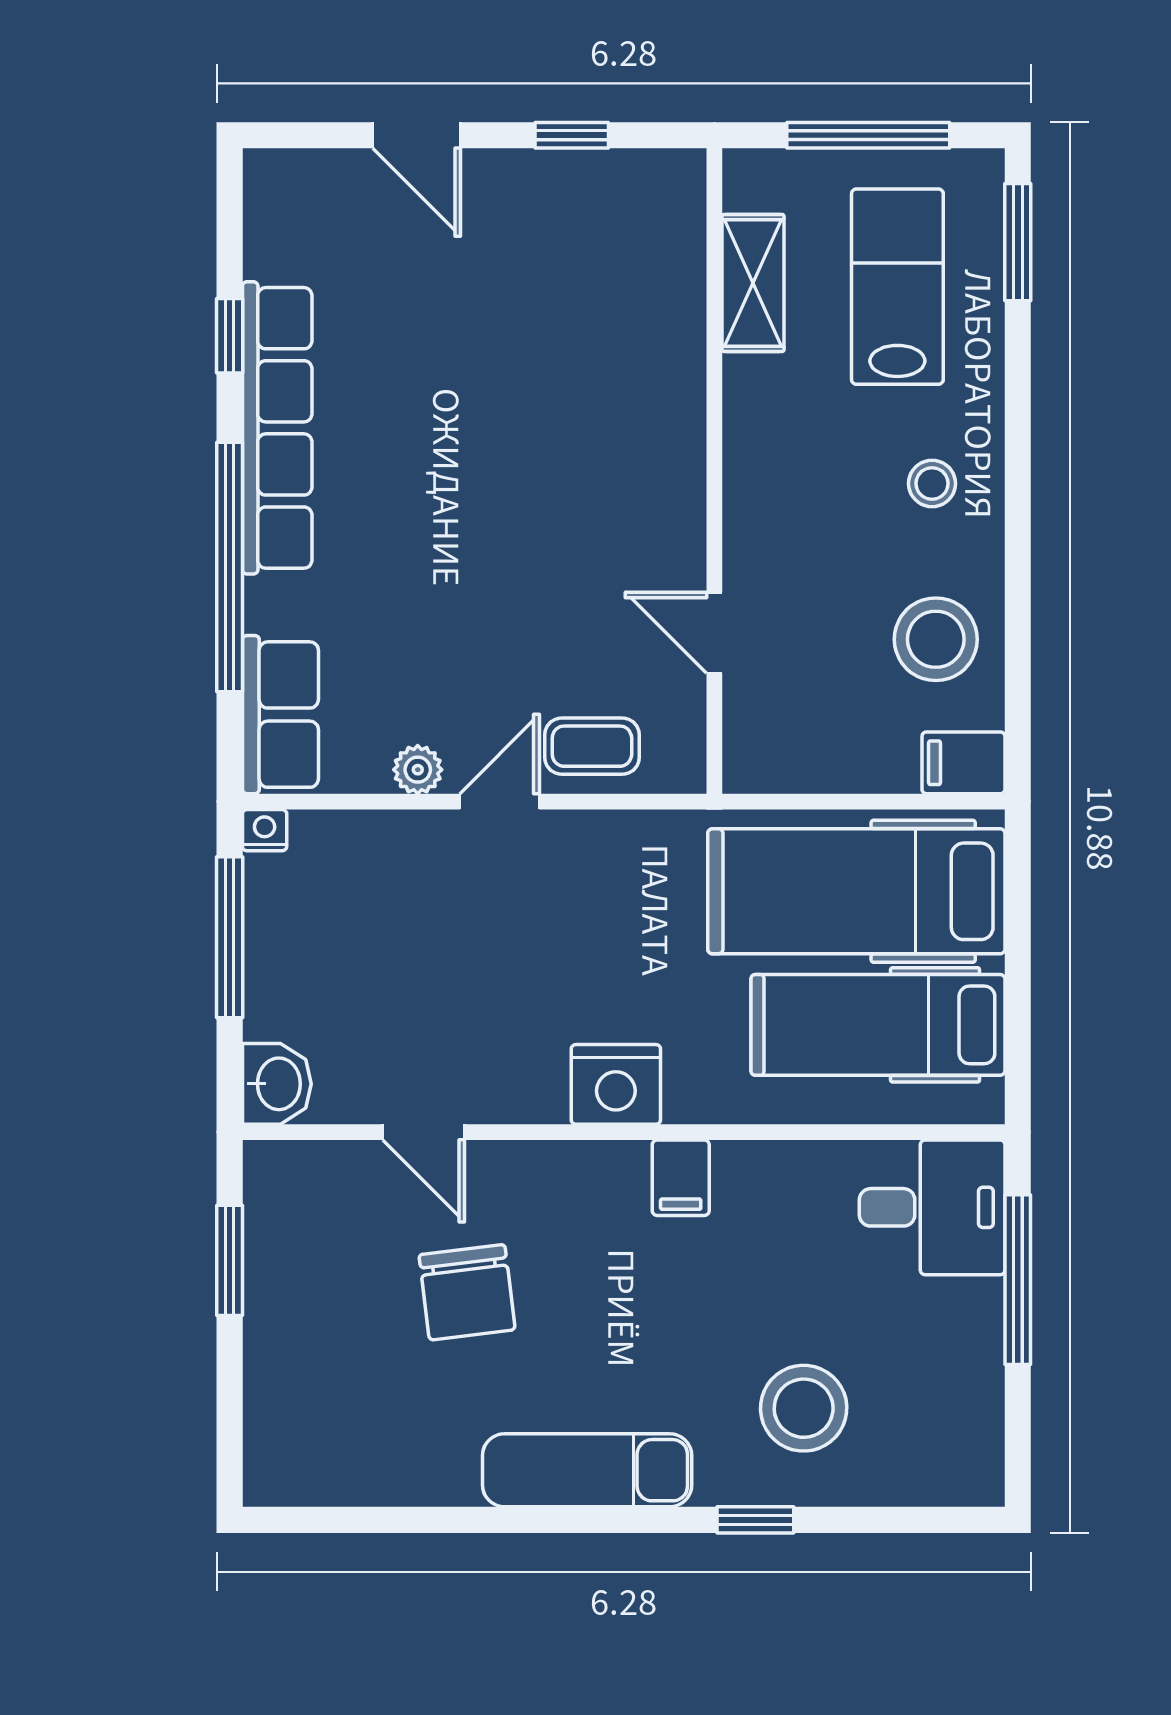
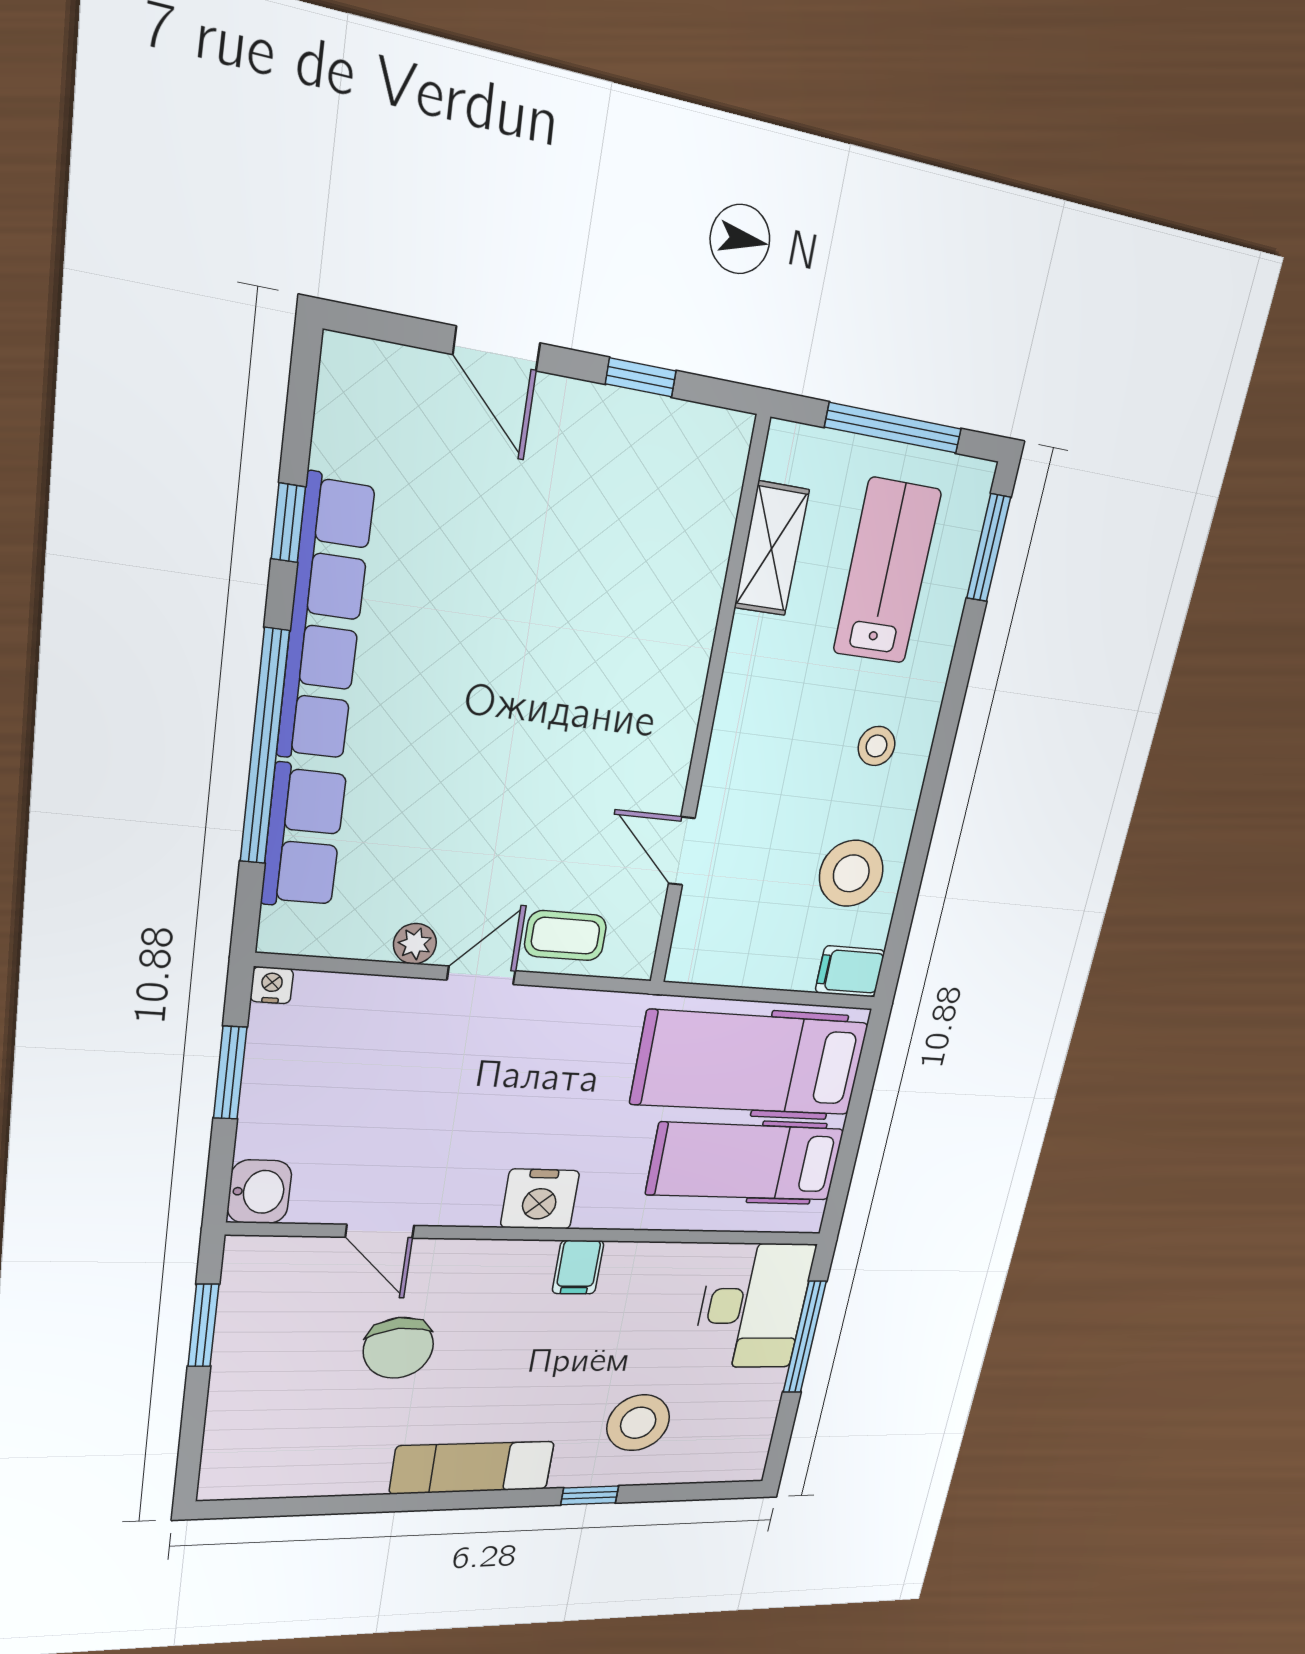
row of seats: (280, 715) -> (303, 837), moved
window: (230, 937) -> (230, 1073), width x0.69
desk: (932, 1207) -> (753, 1306), width x1.37

